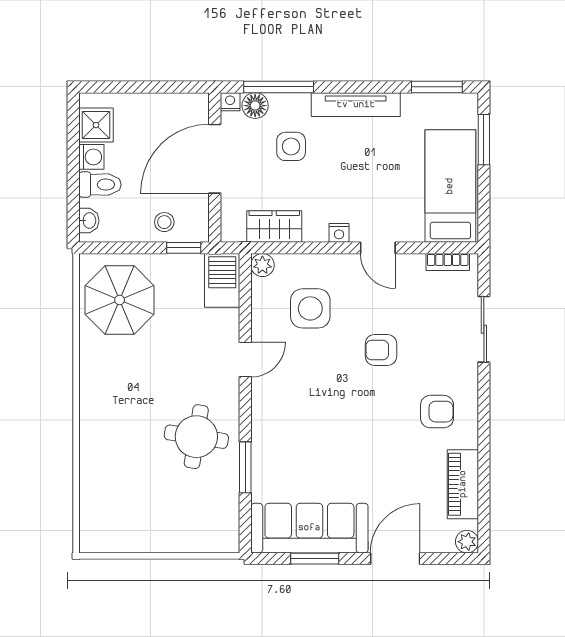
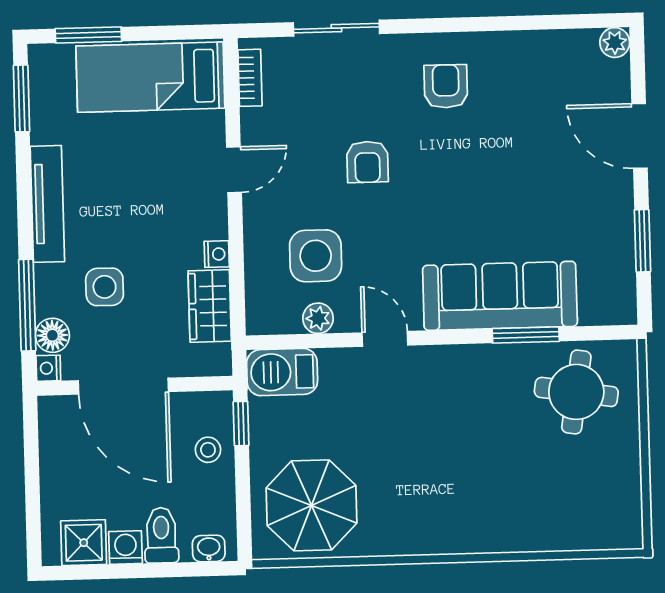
nightstand: (339, 233) -> (217, 254), moved
plant: (262, 265) -> (318, 318), moved
round table: (196, 437) -> (576, 392), moved
piano: (463, 484) -> (540, 50), removed
sofa: (309, 528) -> (500, 296), moved, turned 90

